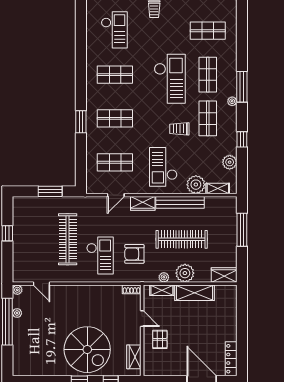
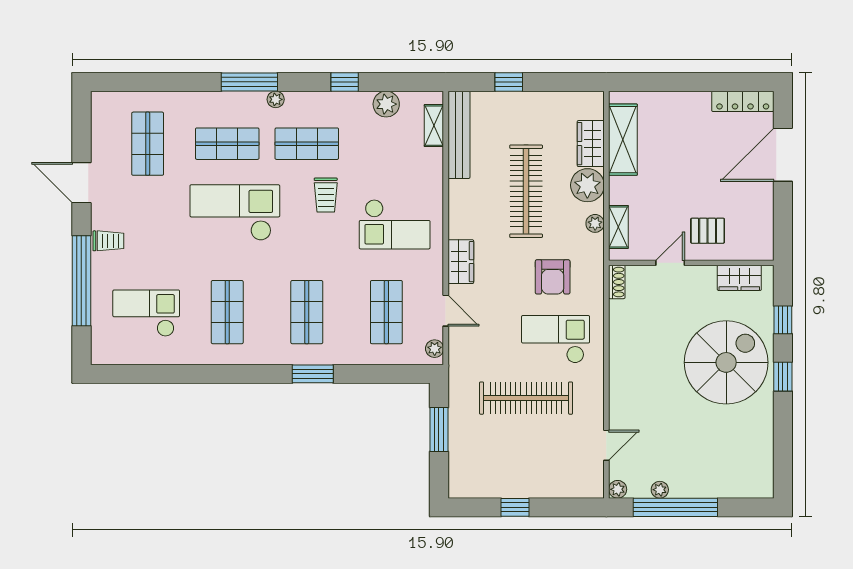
plant: (196, 185) -> (435, 349), moved, width x0.53, depth x0.53
bench: (180, 202) -> (459, 135), moved
window: (242, 230) -> (509, 82), width x0.46
wardrobe: (224, 275) -> (591, 144), moved
shelving: (195, 293) -> (623, 140), moved

